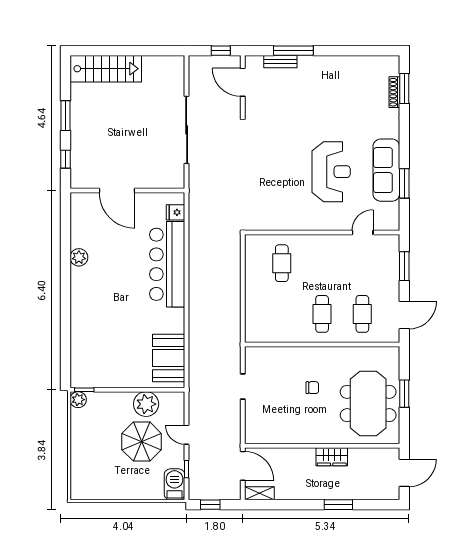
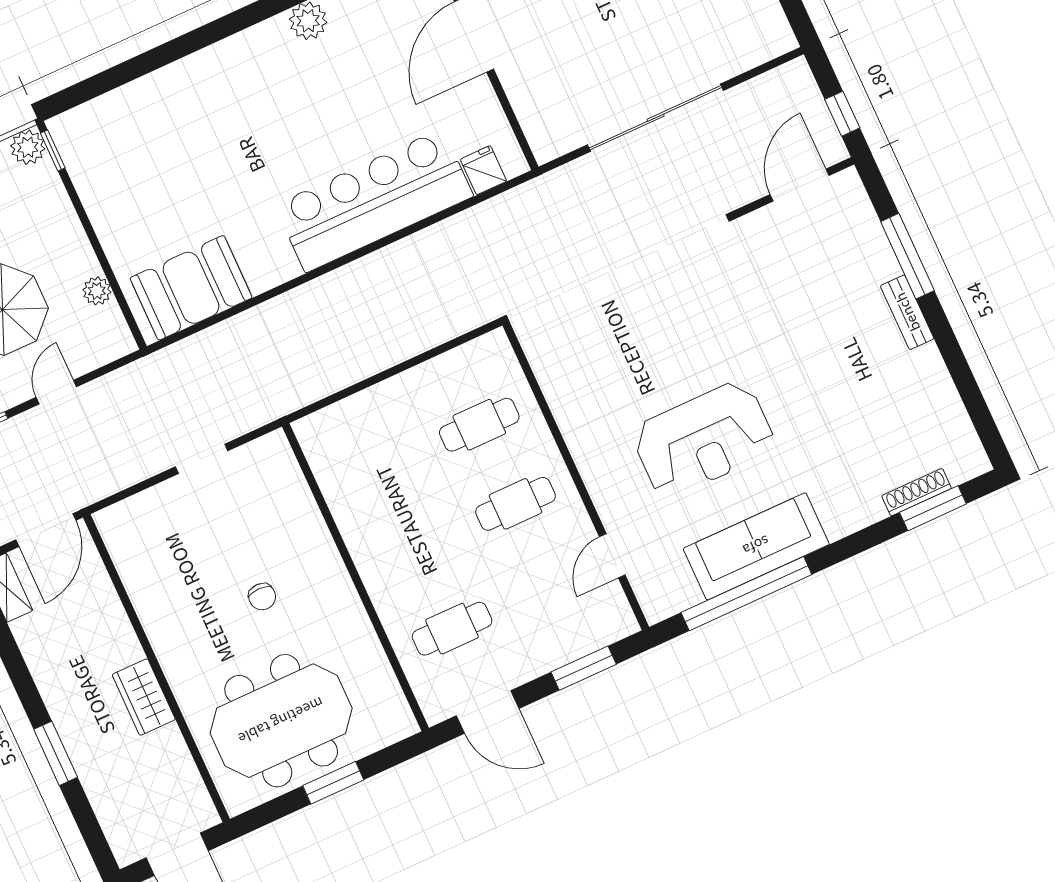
bench: (280, 62) -> (907, 312), moved
window: (404, 183) -> (746, 594), width x2.11
door: (363, 232) -> (612, 556), swing flipped
cafe table: (322, 314) -> (515, 504), moved
plant: (146, 404) -> (97, 291), width x0.53, depth x0.53

